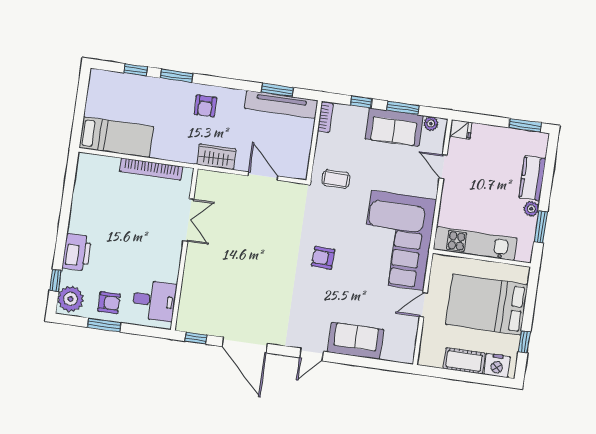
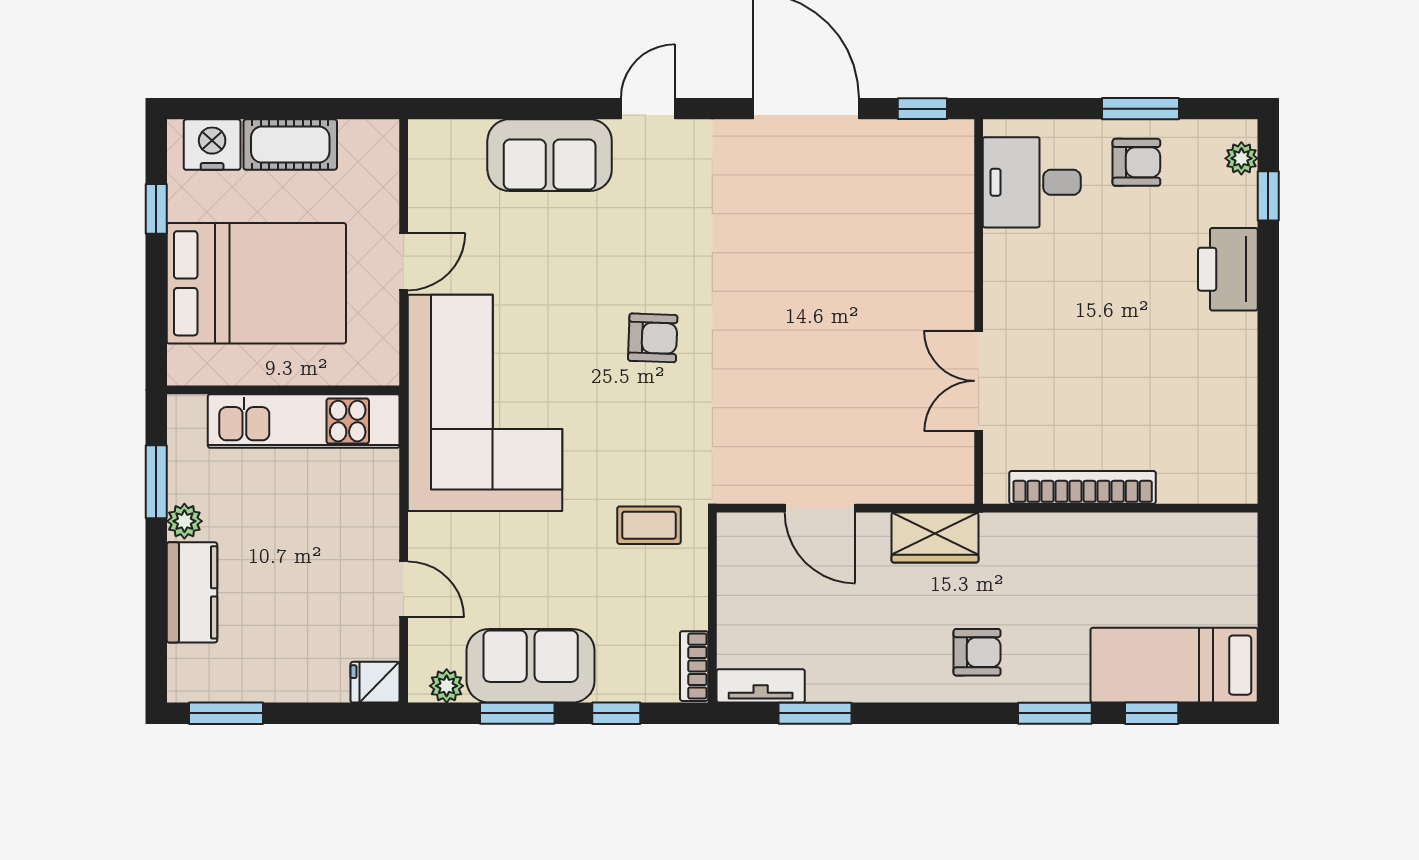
tv unit: (281, 104) -> (761, 686), width x0.52, depth x0.78
armchair: (205, 106) -> (977, 652), turned 90
bed: (116, 137) -> (1174, 665), moved
plant: (71, 299) -> (1241, 158), width x0.53, depth x0.53
armchair: (109, 303) -> (1136, 162), turned 180

